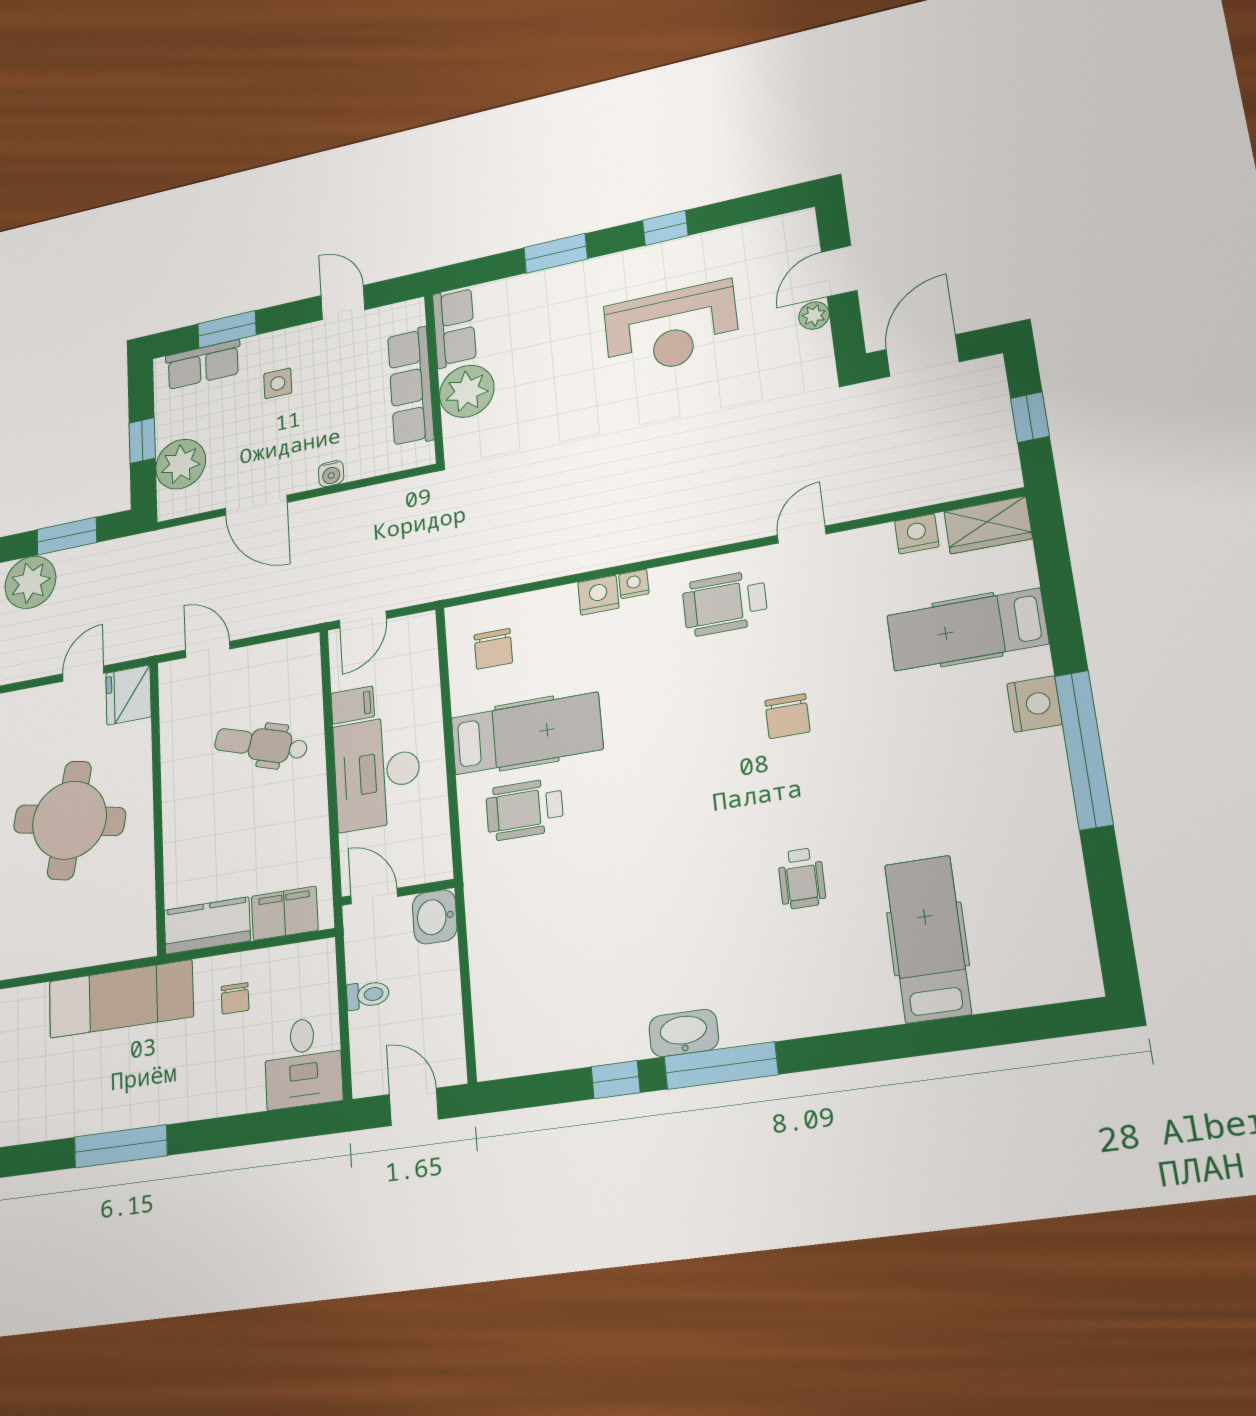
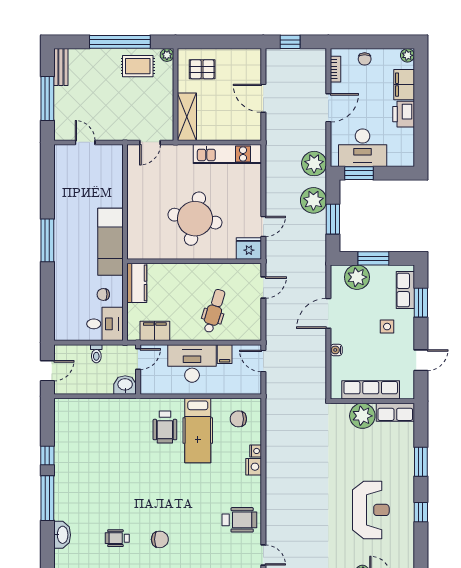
reception desk: (671, 329) -> (371, 510), turned 180
window: (142, 441) -> (373, 258), width x1.50
nightstand: (634, 584) -> (256, 451), moved
wheelchair: (725, 603) -> (239, 520), turned 90
door: (83, 674) -> (263, 226), hinge flipped
chair: (787, 716) -> (160, 539), moved, turned 180
wheelchair: (525, 809) -> (165, 427), turned 180
filing cabinet: (285, 913) -> (155, 331), moved, turned -90
washbasin: (684, 1033) -> (62, 535), moved
desk: (303, 1062) -> (105, 324), moved, turned 180

